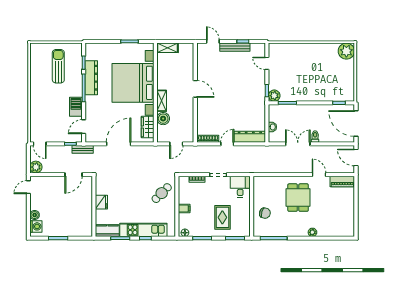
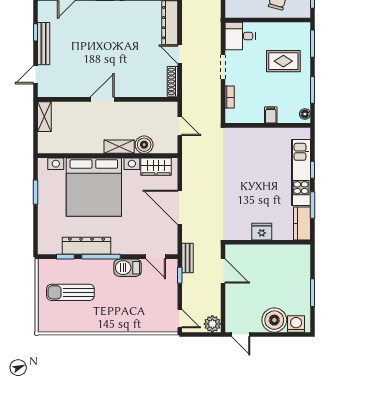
shelving: (168, 48) -> (44, 117), moved
door: (40, 144) -> (180, 319), hinge flipped
cafe table: (162, 193) -> (249, 147), removed
boiler: (35, 215) -> (274, 320), width x1.86, depth x1.86

